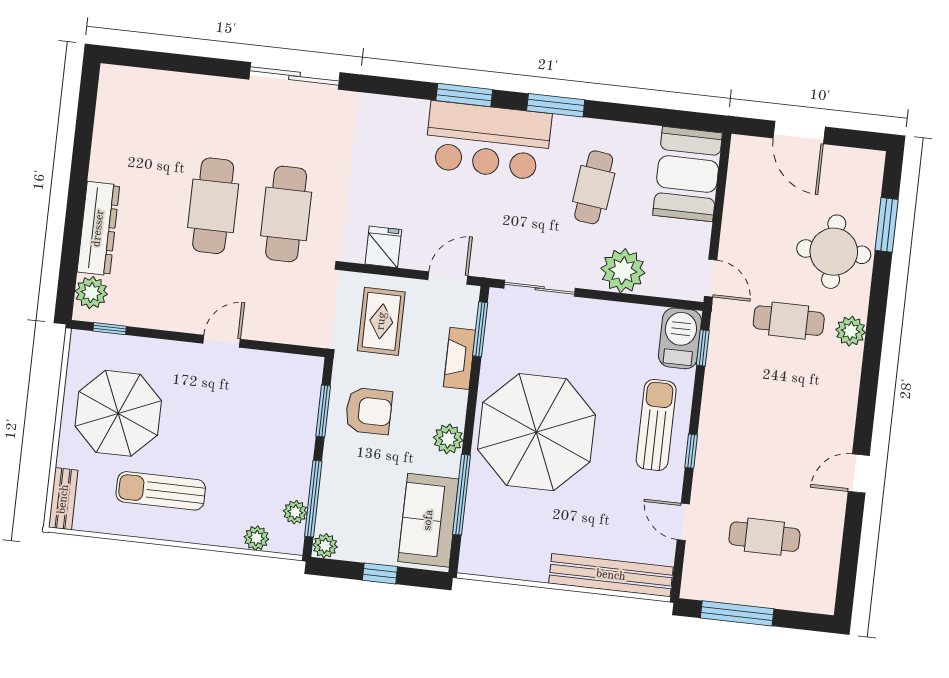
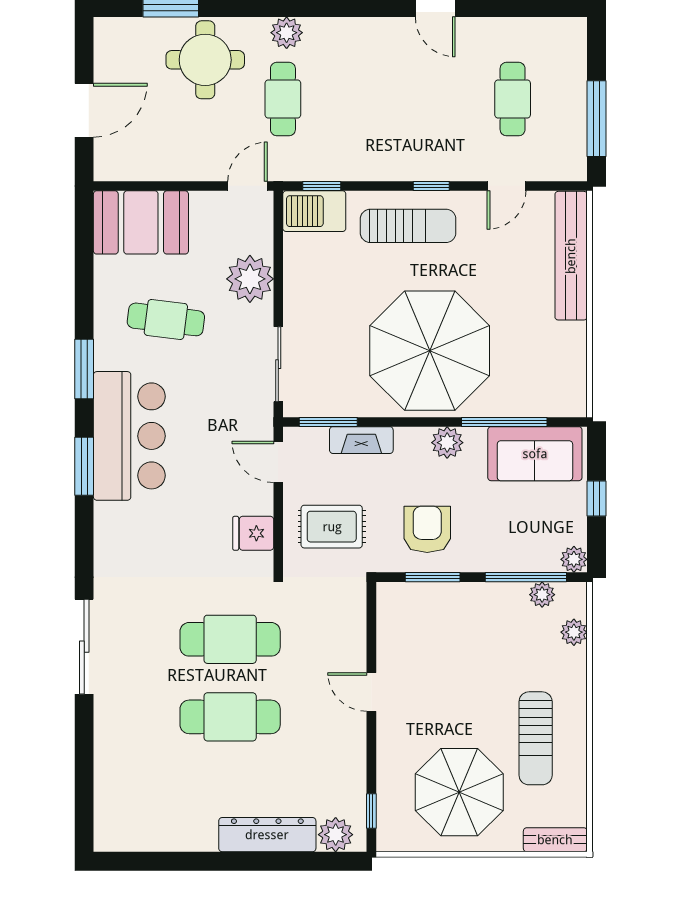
sun lounger: (656, 425) -> (408, 226), turned 180

